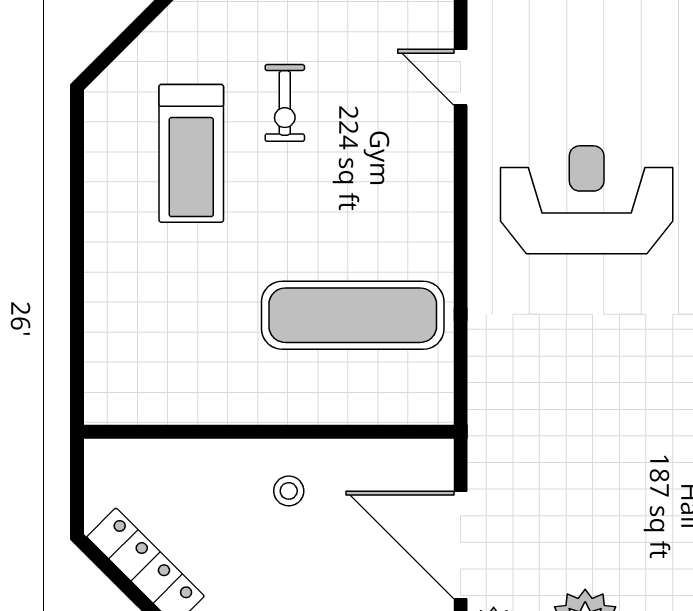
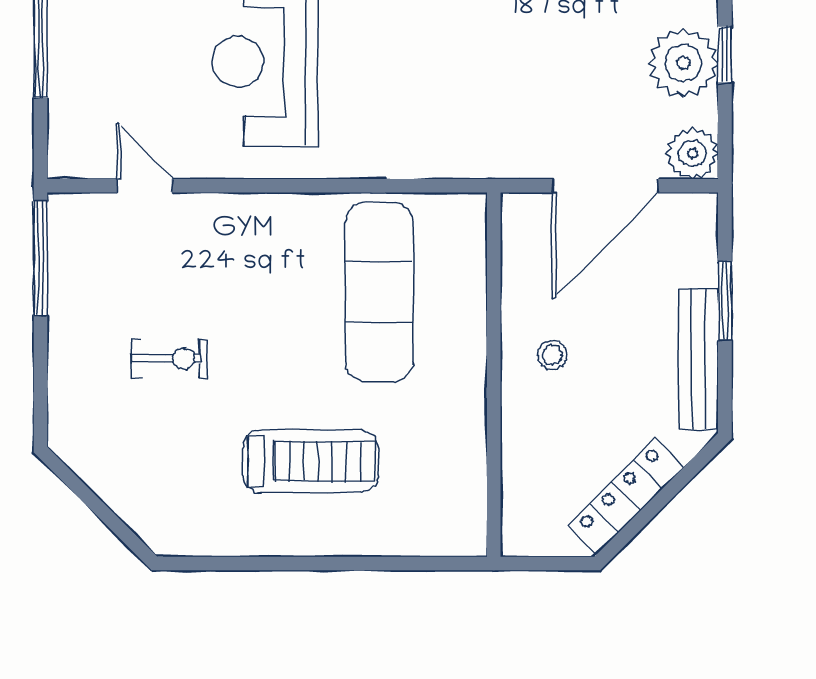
door: (461, 77) -> (145, 186), swing flipped
treadmill: (191, 153) -> (310, 461), moved

